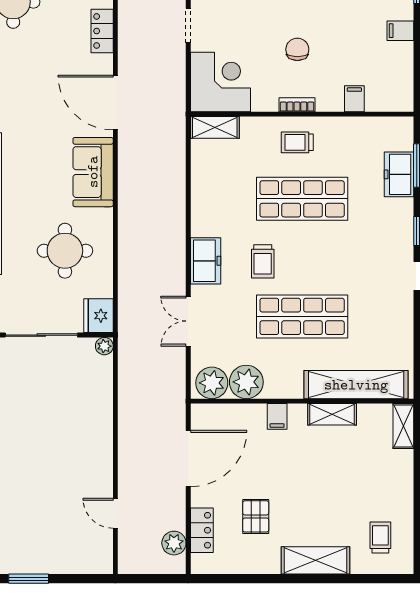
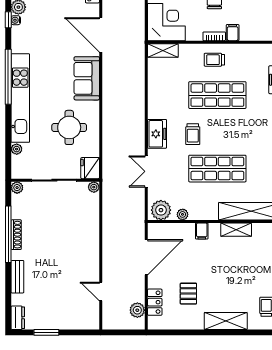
filing cabinet: (354, 99) -> (233, 33), moved
plant: (246, 382) -> (183, 214), width x0.53, depth x0.53

